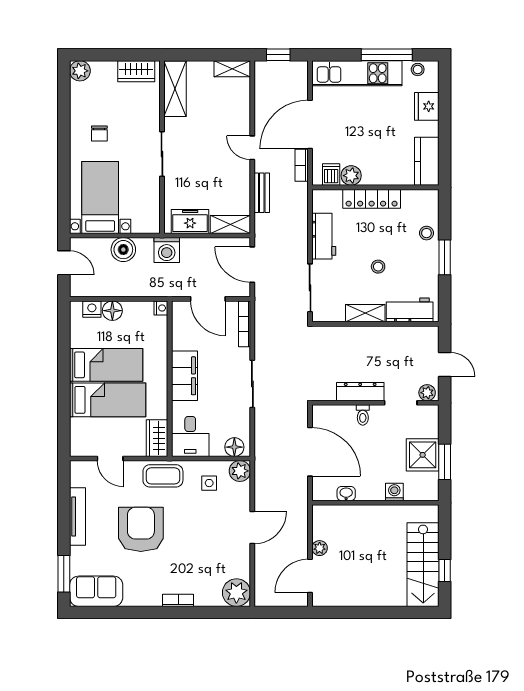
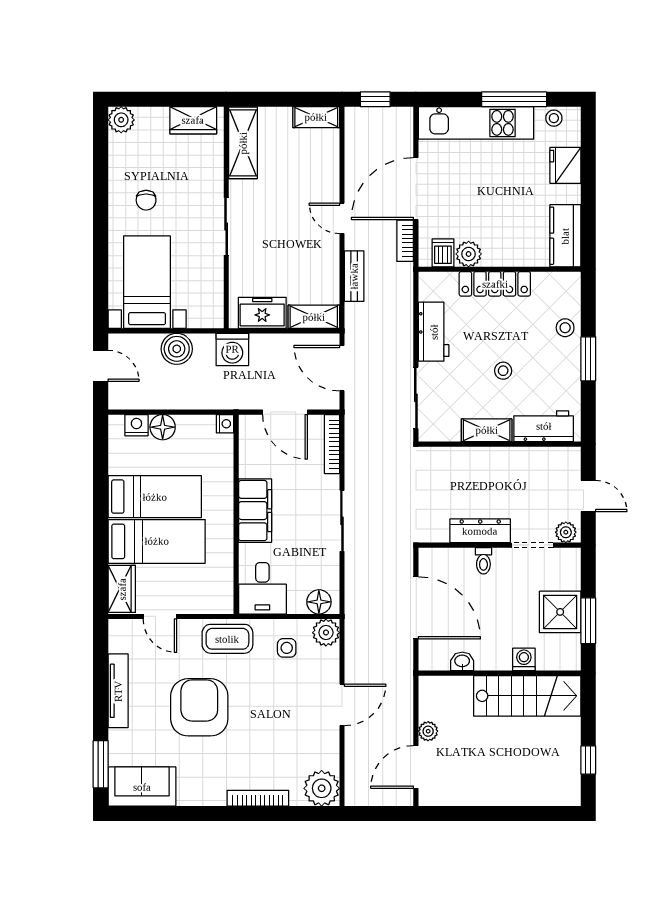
wardrobe: (157, 438) -> (122, 589), moved, turned 180
stairs: (423, 565) -> (527, 696), moved, turned -90
bookcase: (178, 600) -> (258, 798), width x1.56

